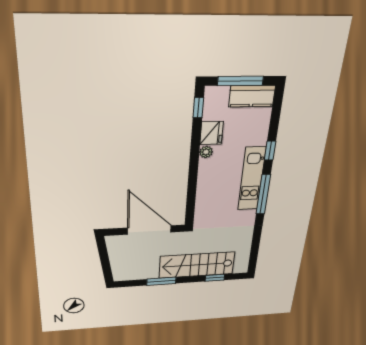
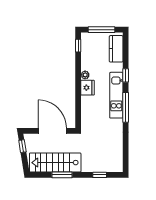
kitchen counter: (252, 96) -> (116, 49), moved, turned 90
fridge: (212, 133) -> (87, 88), moved
window: (103, 251) -> (22, 146), added
stairs: (197, 265) -> (55, 163), moved

